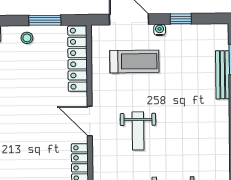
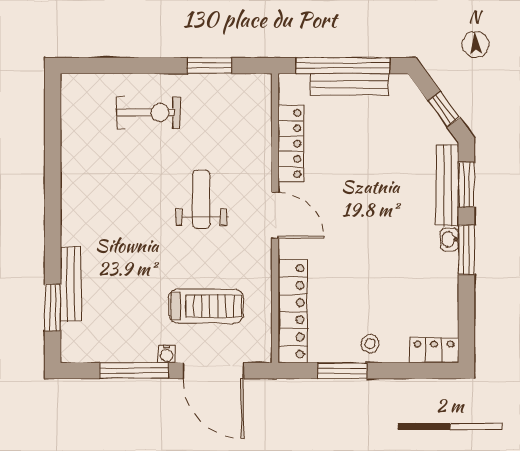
window: (181, 19) -> (134, 371), width x2.17
treadmill: (134, 61) -> (206, 306), turned 180

